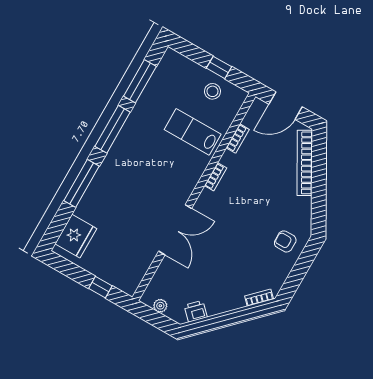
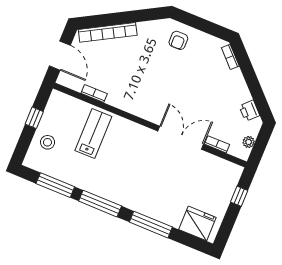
stool: (212, 91) -> (48, 142), moved
lab bench: (193, 132) -> (93, 134), turned 180
bookcase: (216, 177) -> (217, 144), moved

